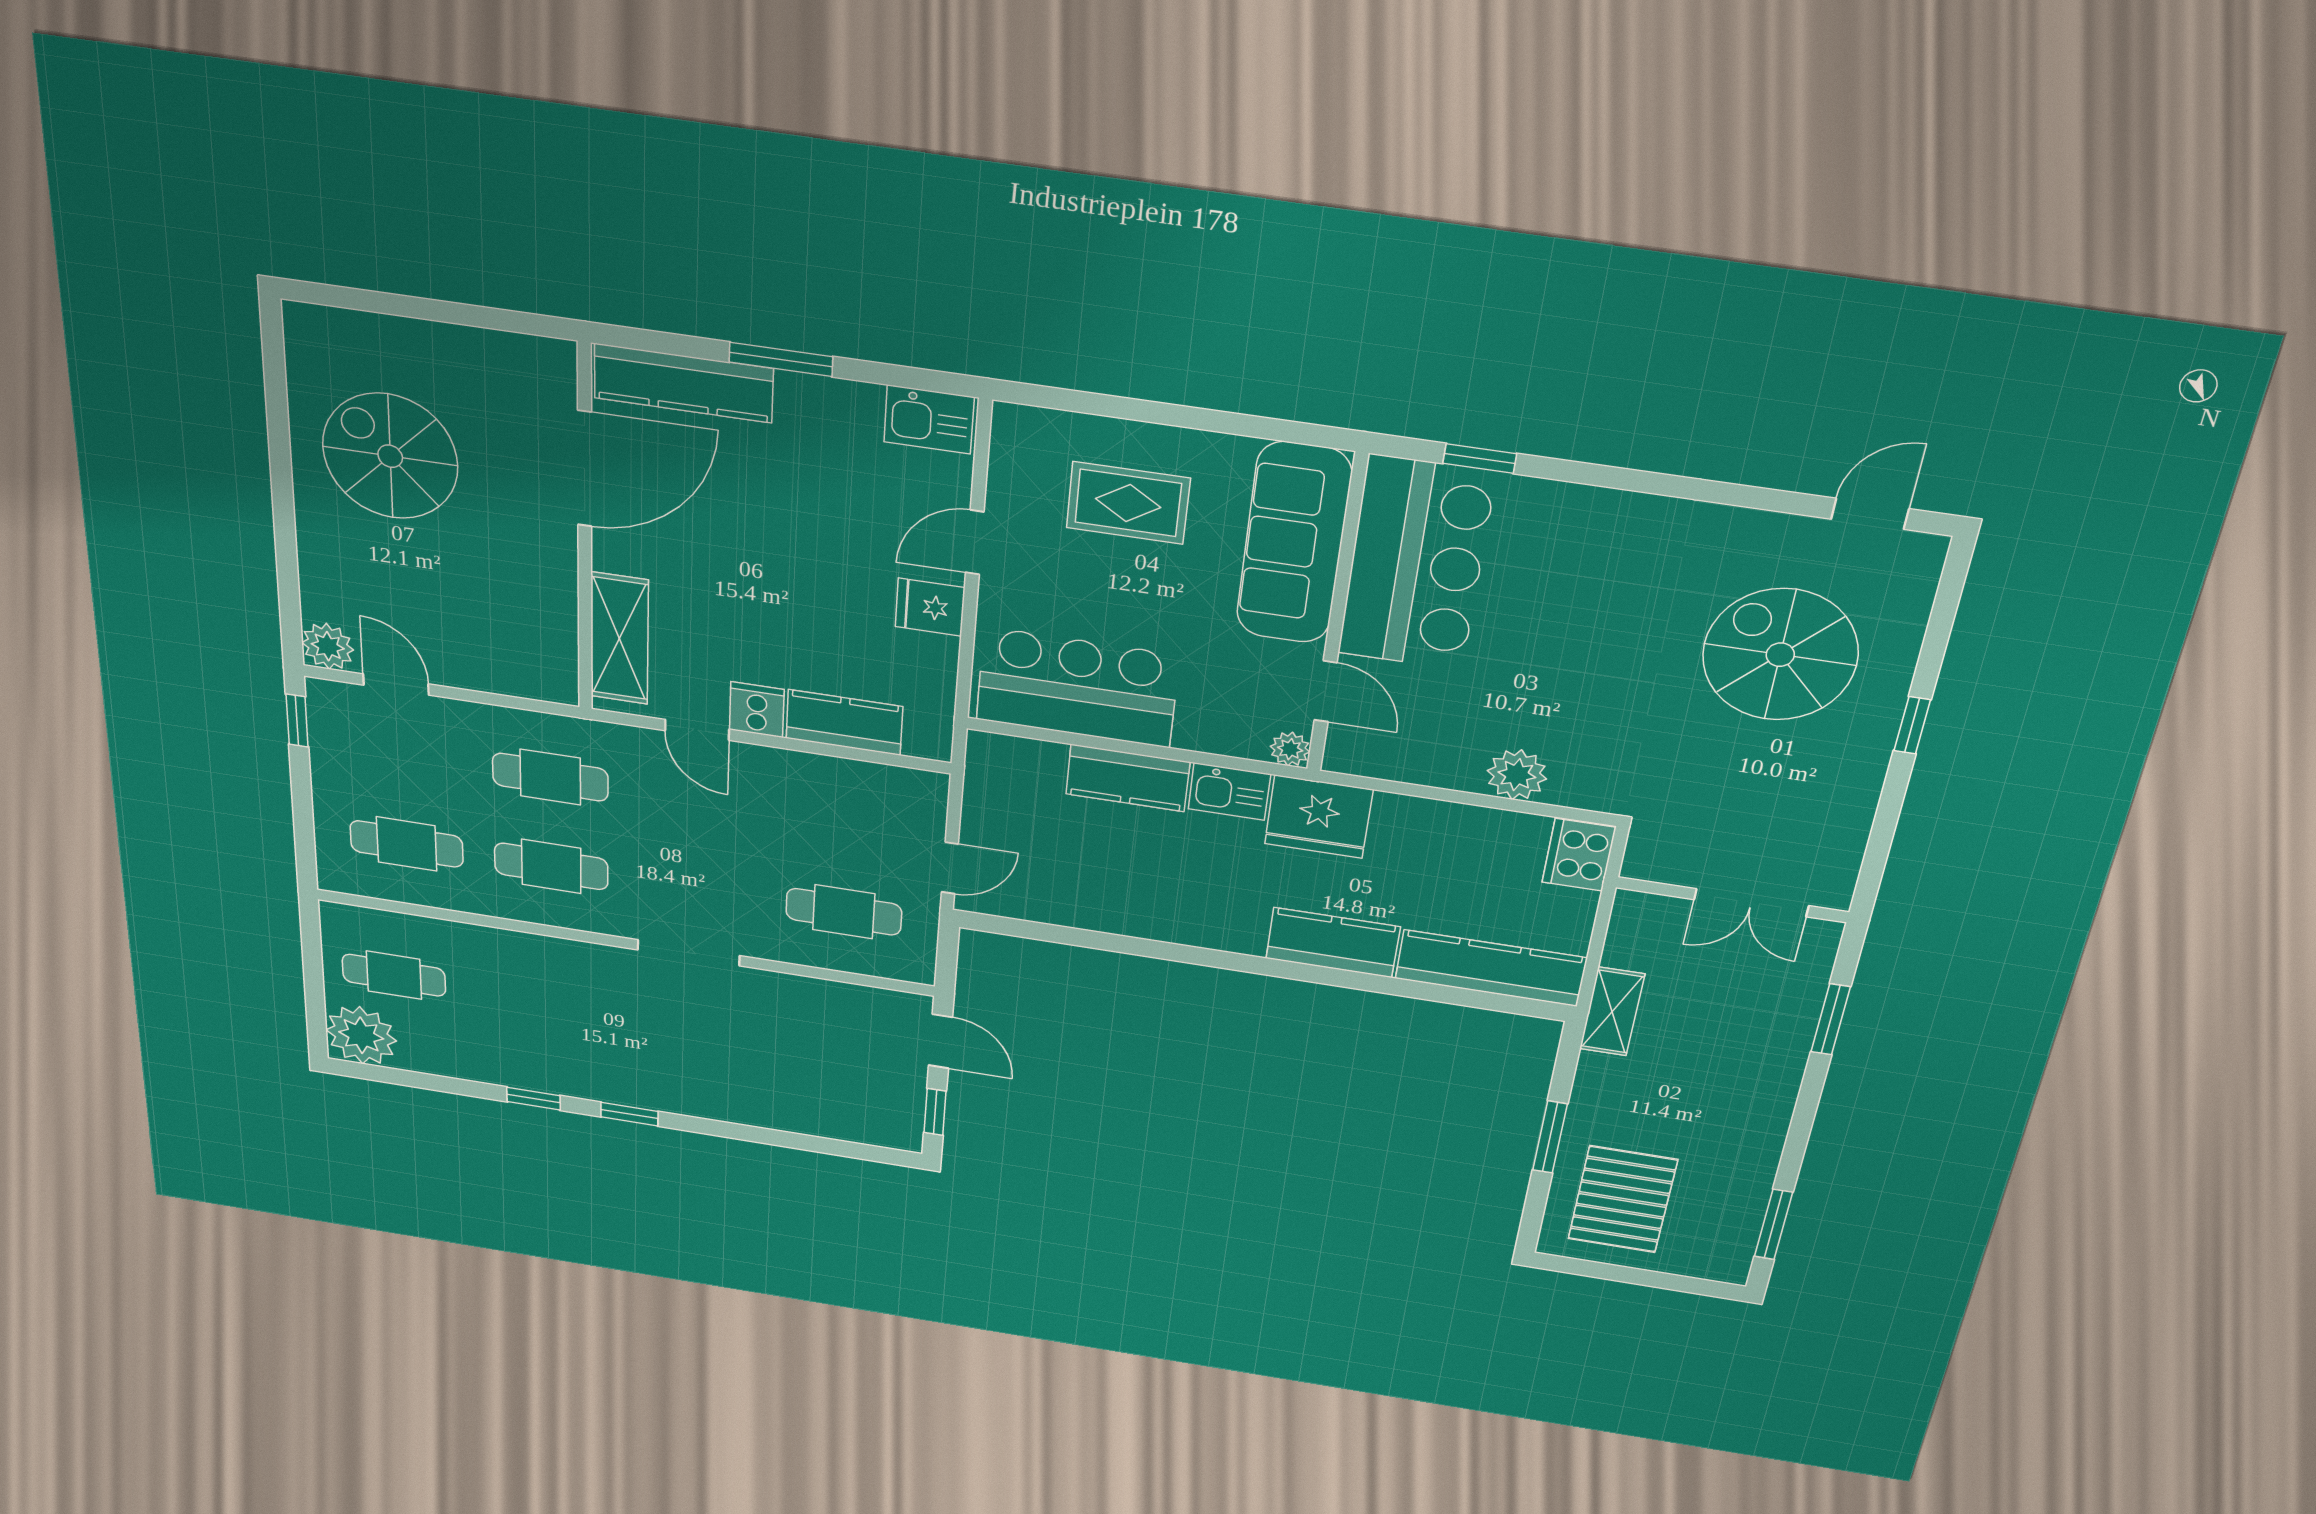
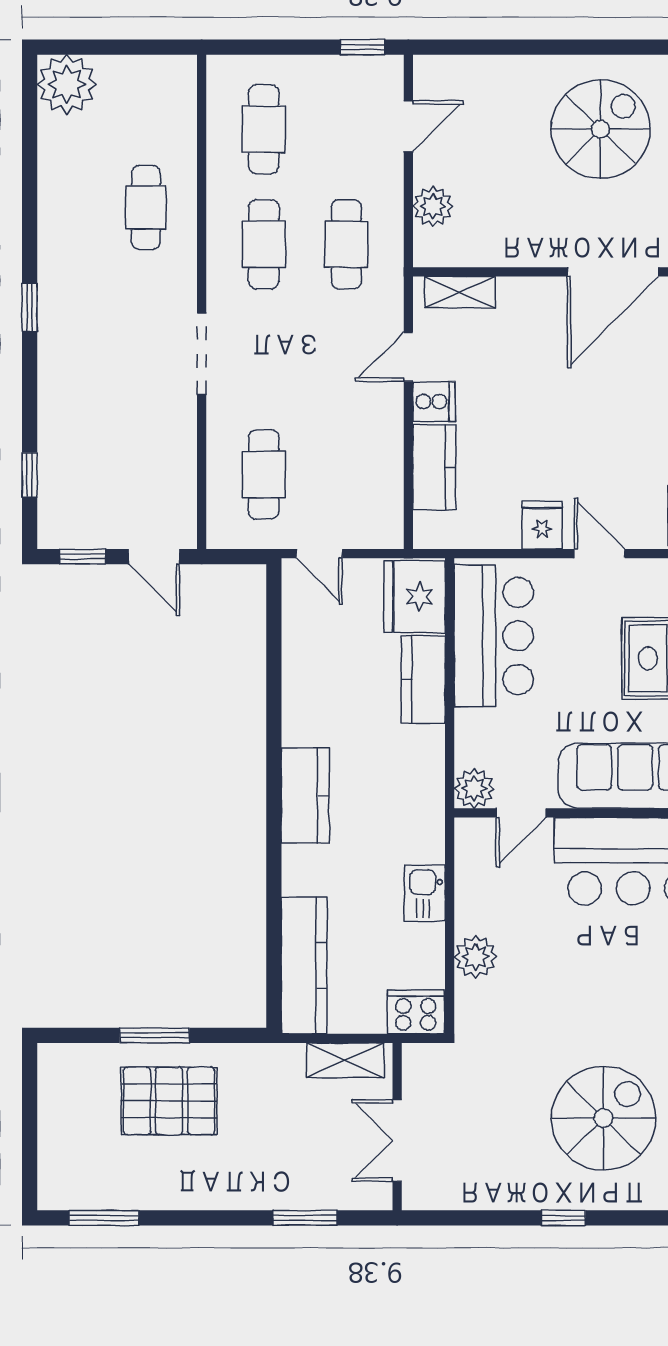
door: (585, 469) -> (613, 272), hinge flipped
shelving: (619, 639) -> (460, 292), width x0.67, depth x0.75
plant: (328, 646) -> (433, 207), moved
plant: (1290, 749) -> (474, 788), width x1.38, depth x1.38
kitchen sink: (1229, 792) -> (425, 893), moved
fridge: (1319, 817) -> (415, 597), moved
kitchen counter: (1333, 943) -> (305, 796), moved
cafe table: (394, 975) -> (146, 207), moved
shelving: (1612, 1012) -> (345, 1060), moved
door: (940, 1041) -> (154, 557), hinge flipped
window: (534, 1099) -> (30, 475), moved
pallet: (1623, 1199) -> (169, 1101), moved

